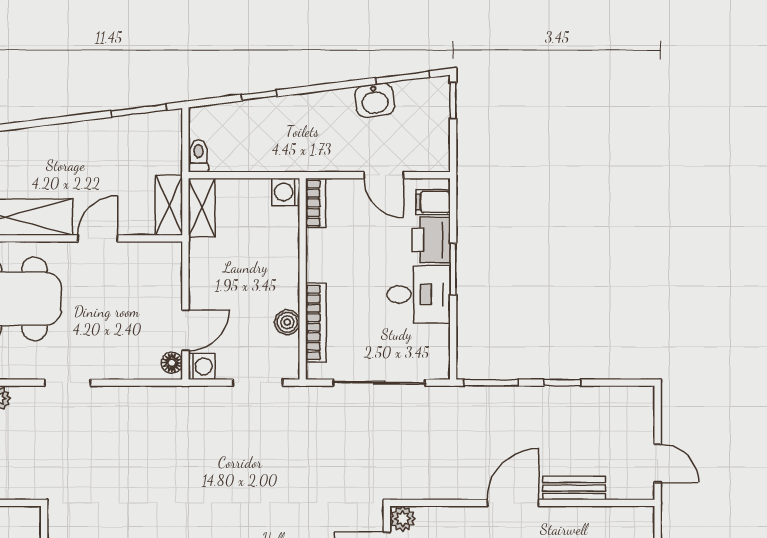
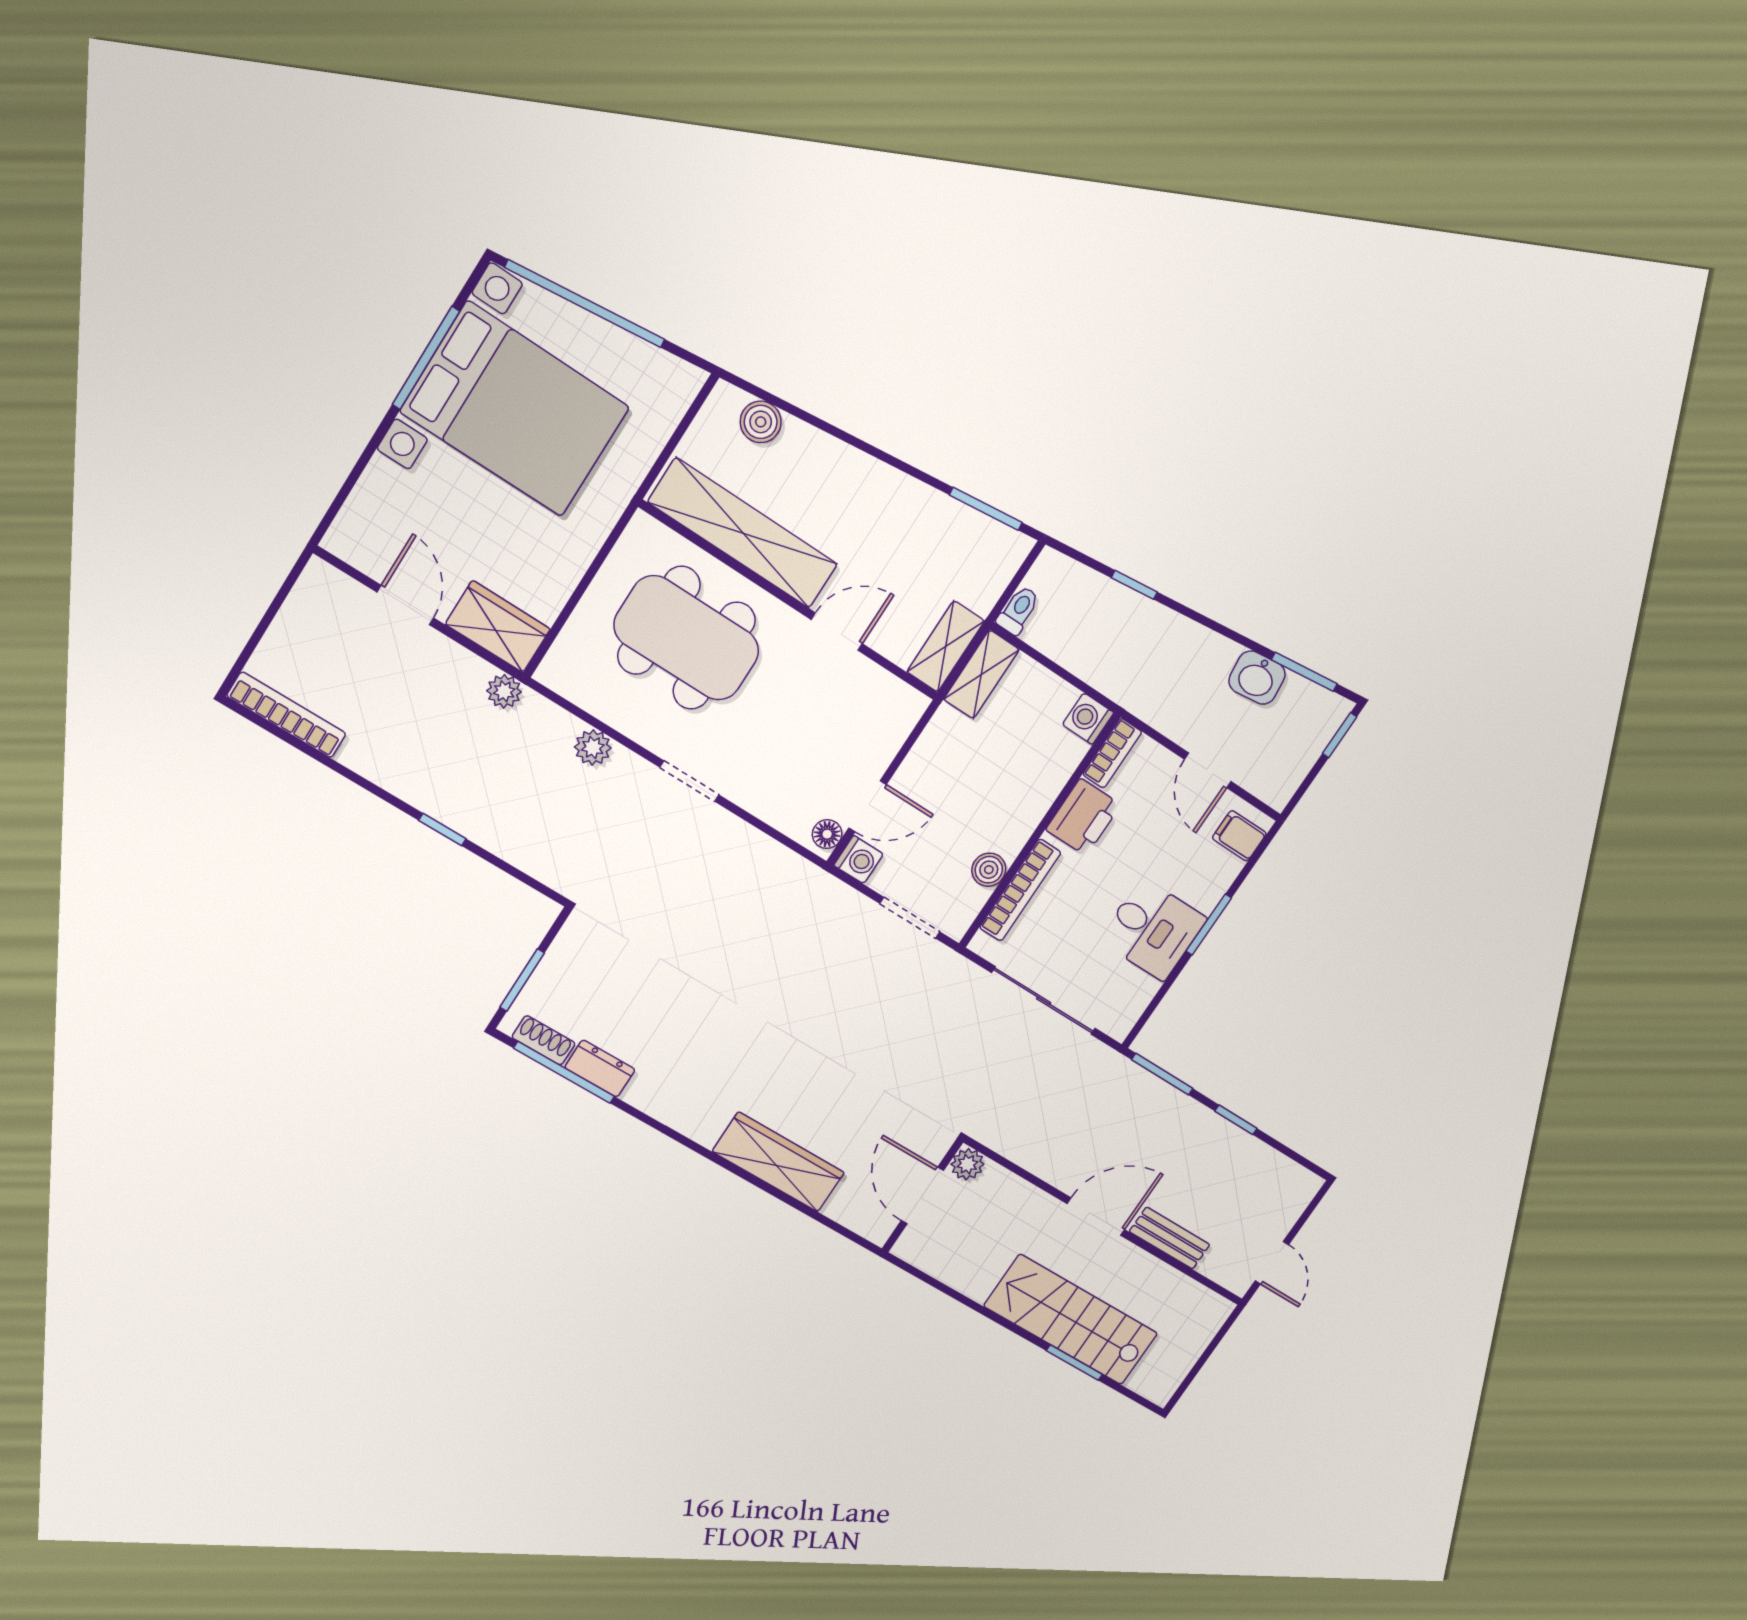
printer: (431, 240) -> (1083, 817), moved, turned 180

